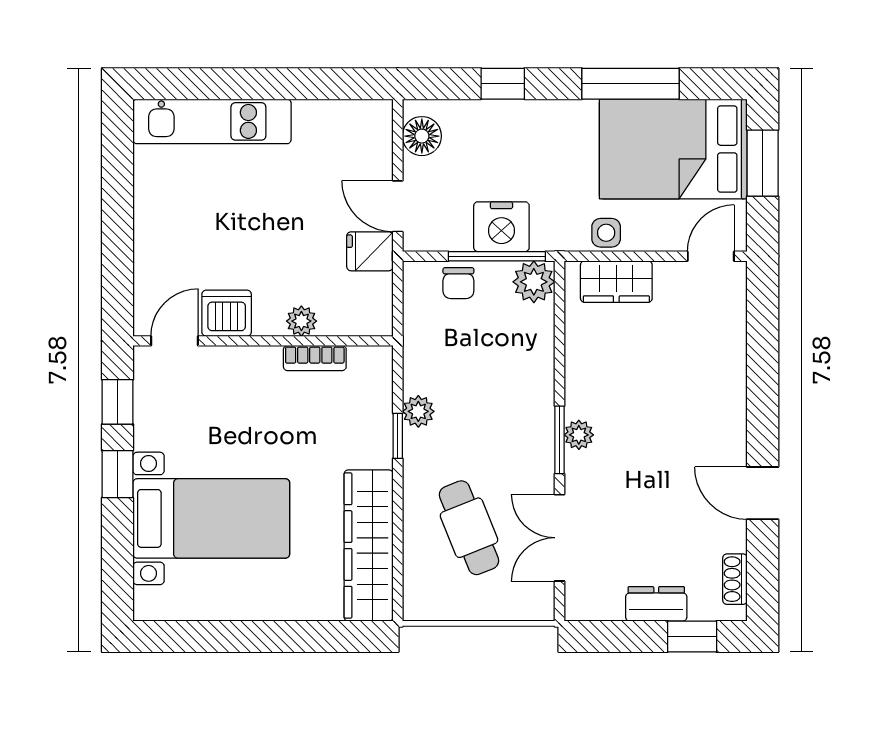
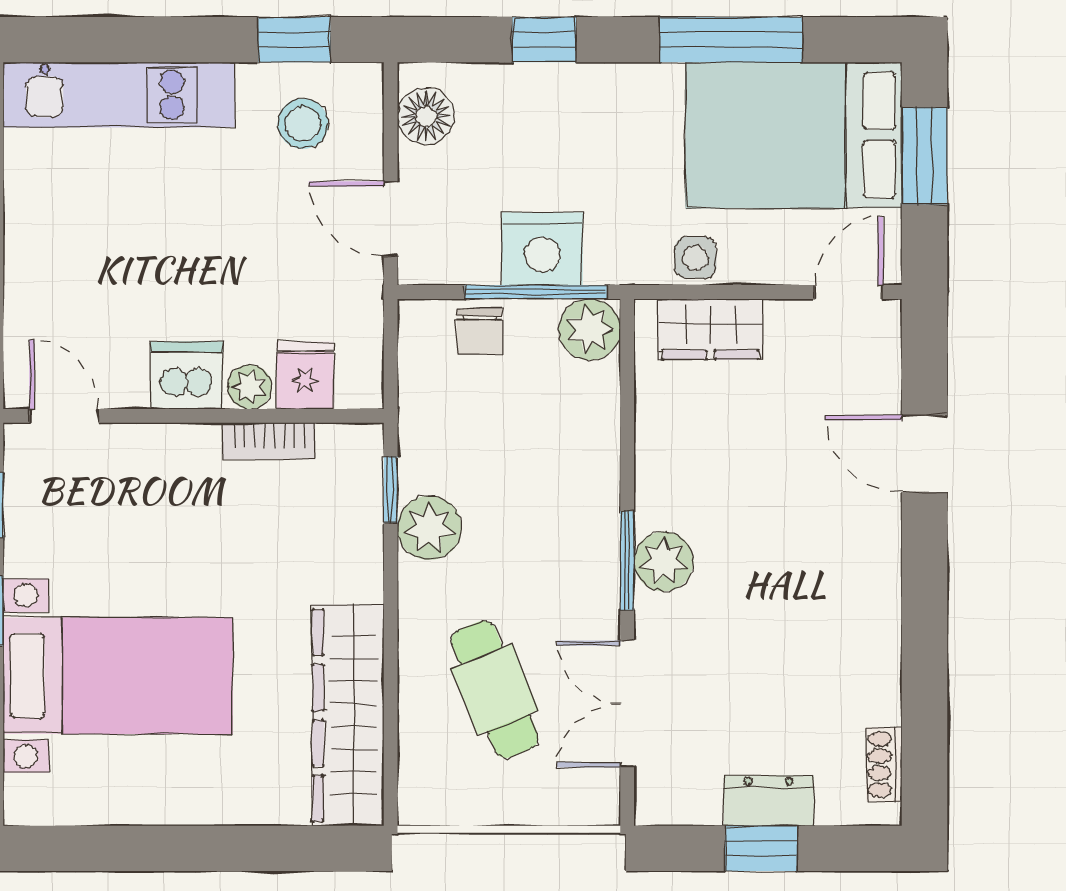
window: (332, 84) -> (294, 40), added
stool: (338, 141) -> (303, 124), added
fridge: (370, 251) -> (305, 375), moved, turned 90
dishwasher: (227, 313) -> (187, 375), moved
door: (175, 341) -> (64, 416), hinge flipped
plant: (418, 411) -> (429, 528), width x1.38, depth x1.38
plant: (579, 435) -> (664, 561), width x1.38, depth x1.38
window: (398, 436) -> (391, 490), moved
door: (763, 493) -> (924, 454), moved
window: (692, 637) -> (761, 848), moved

